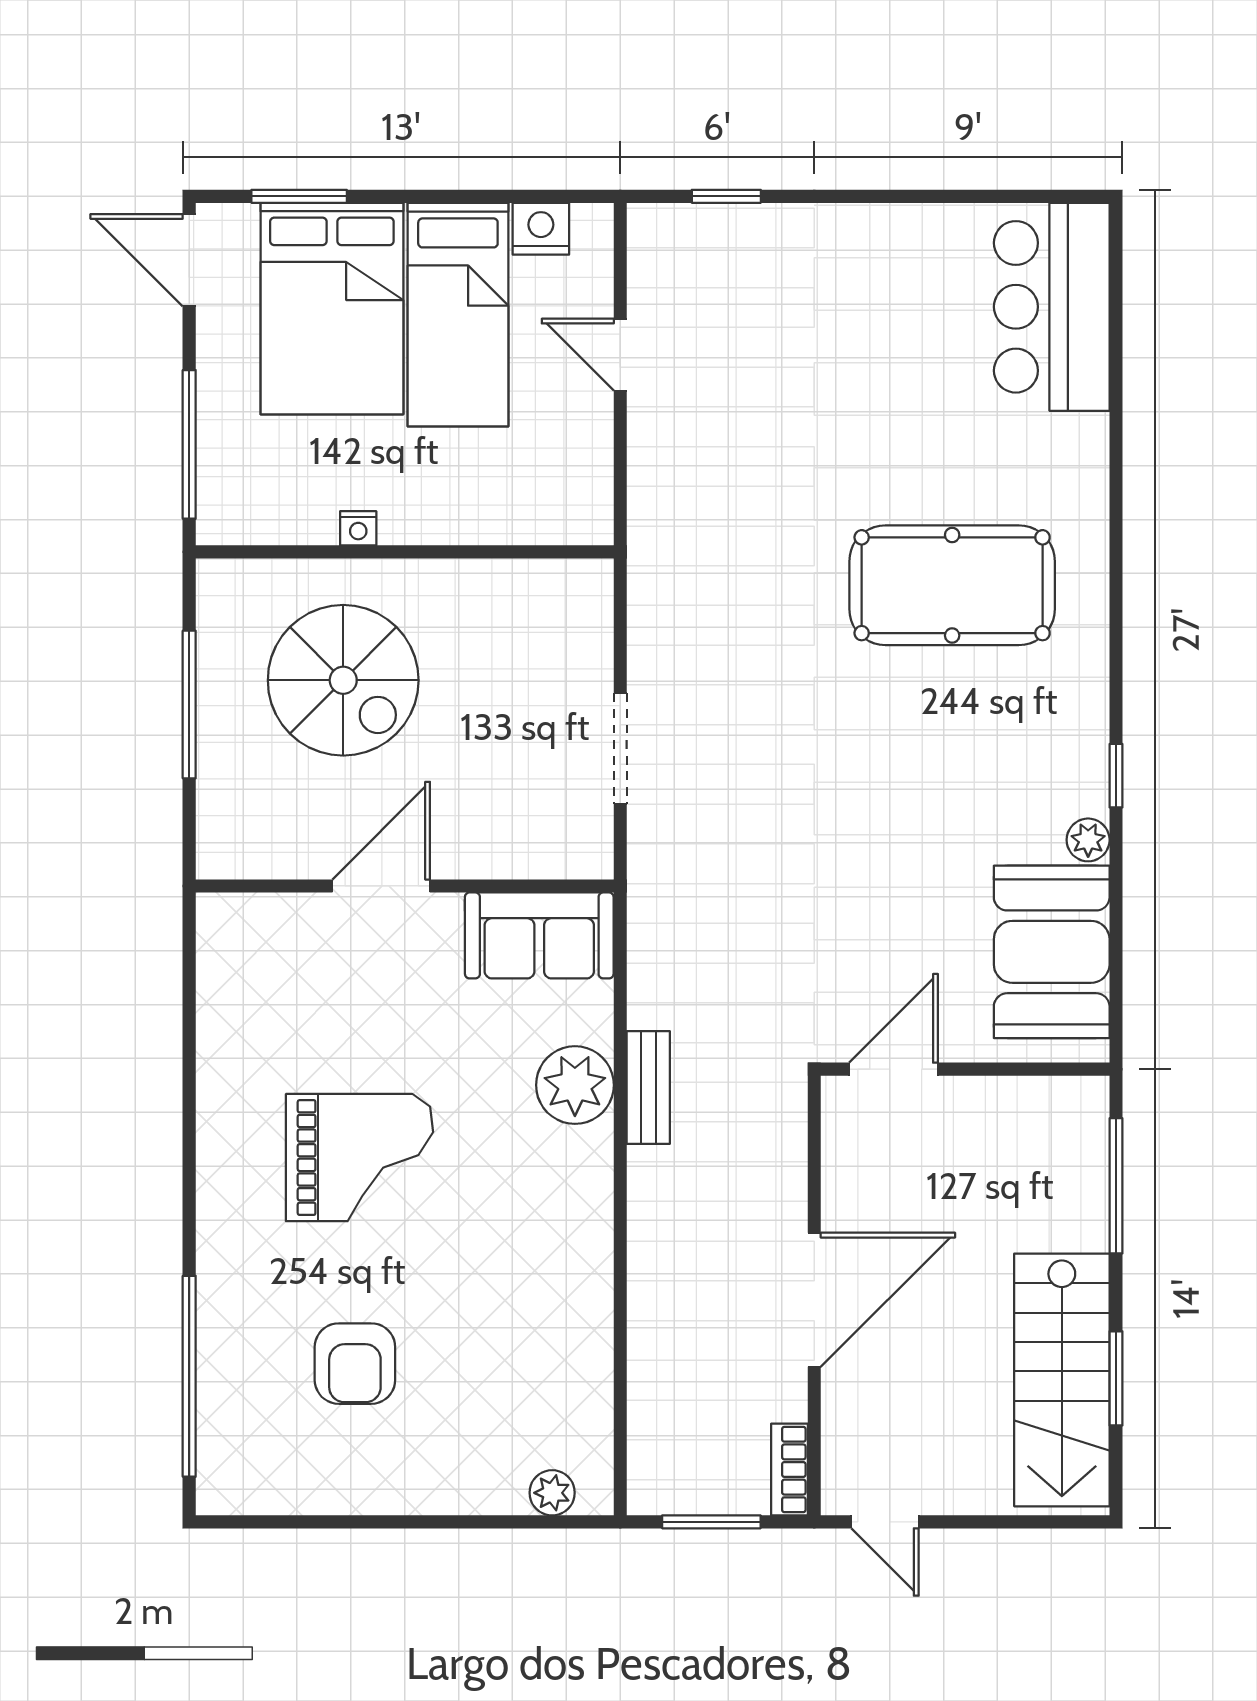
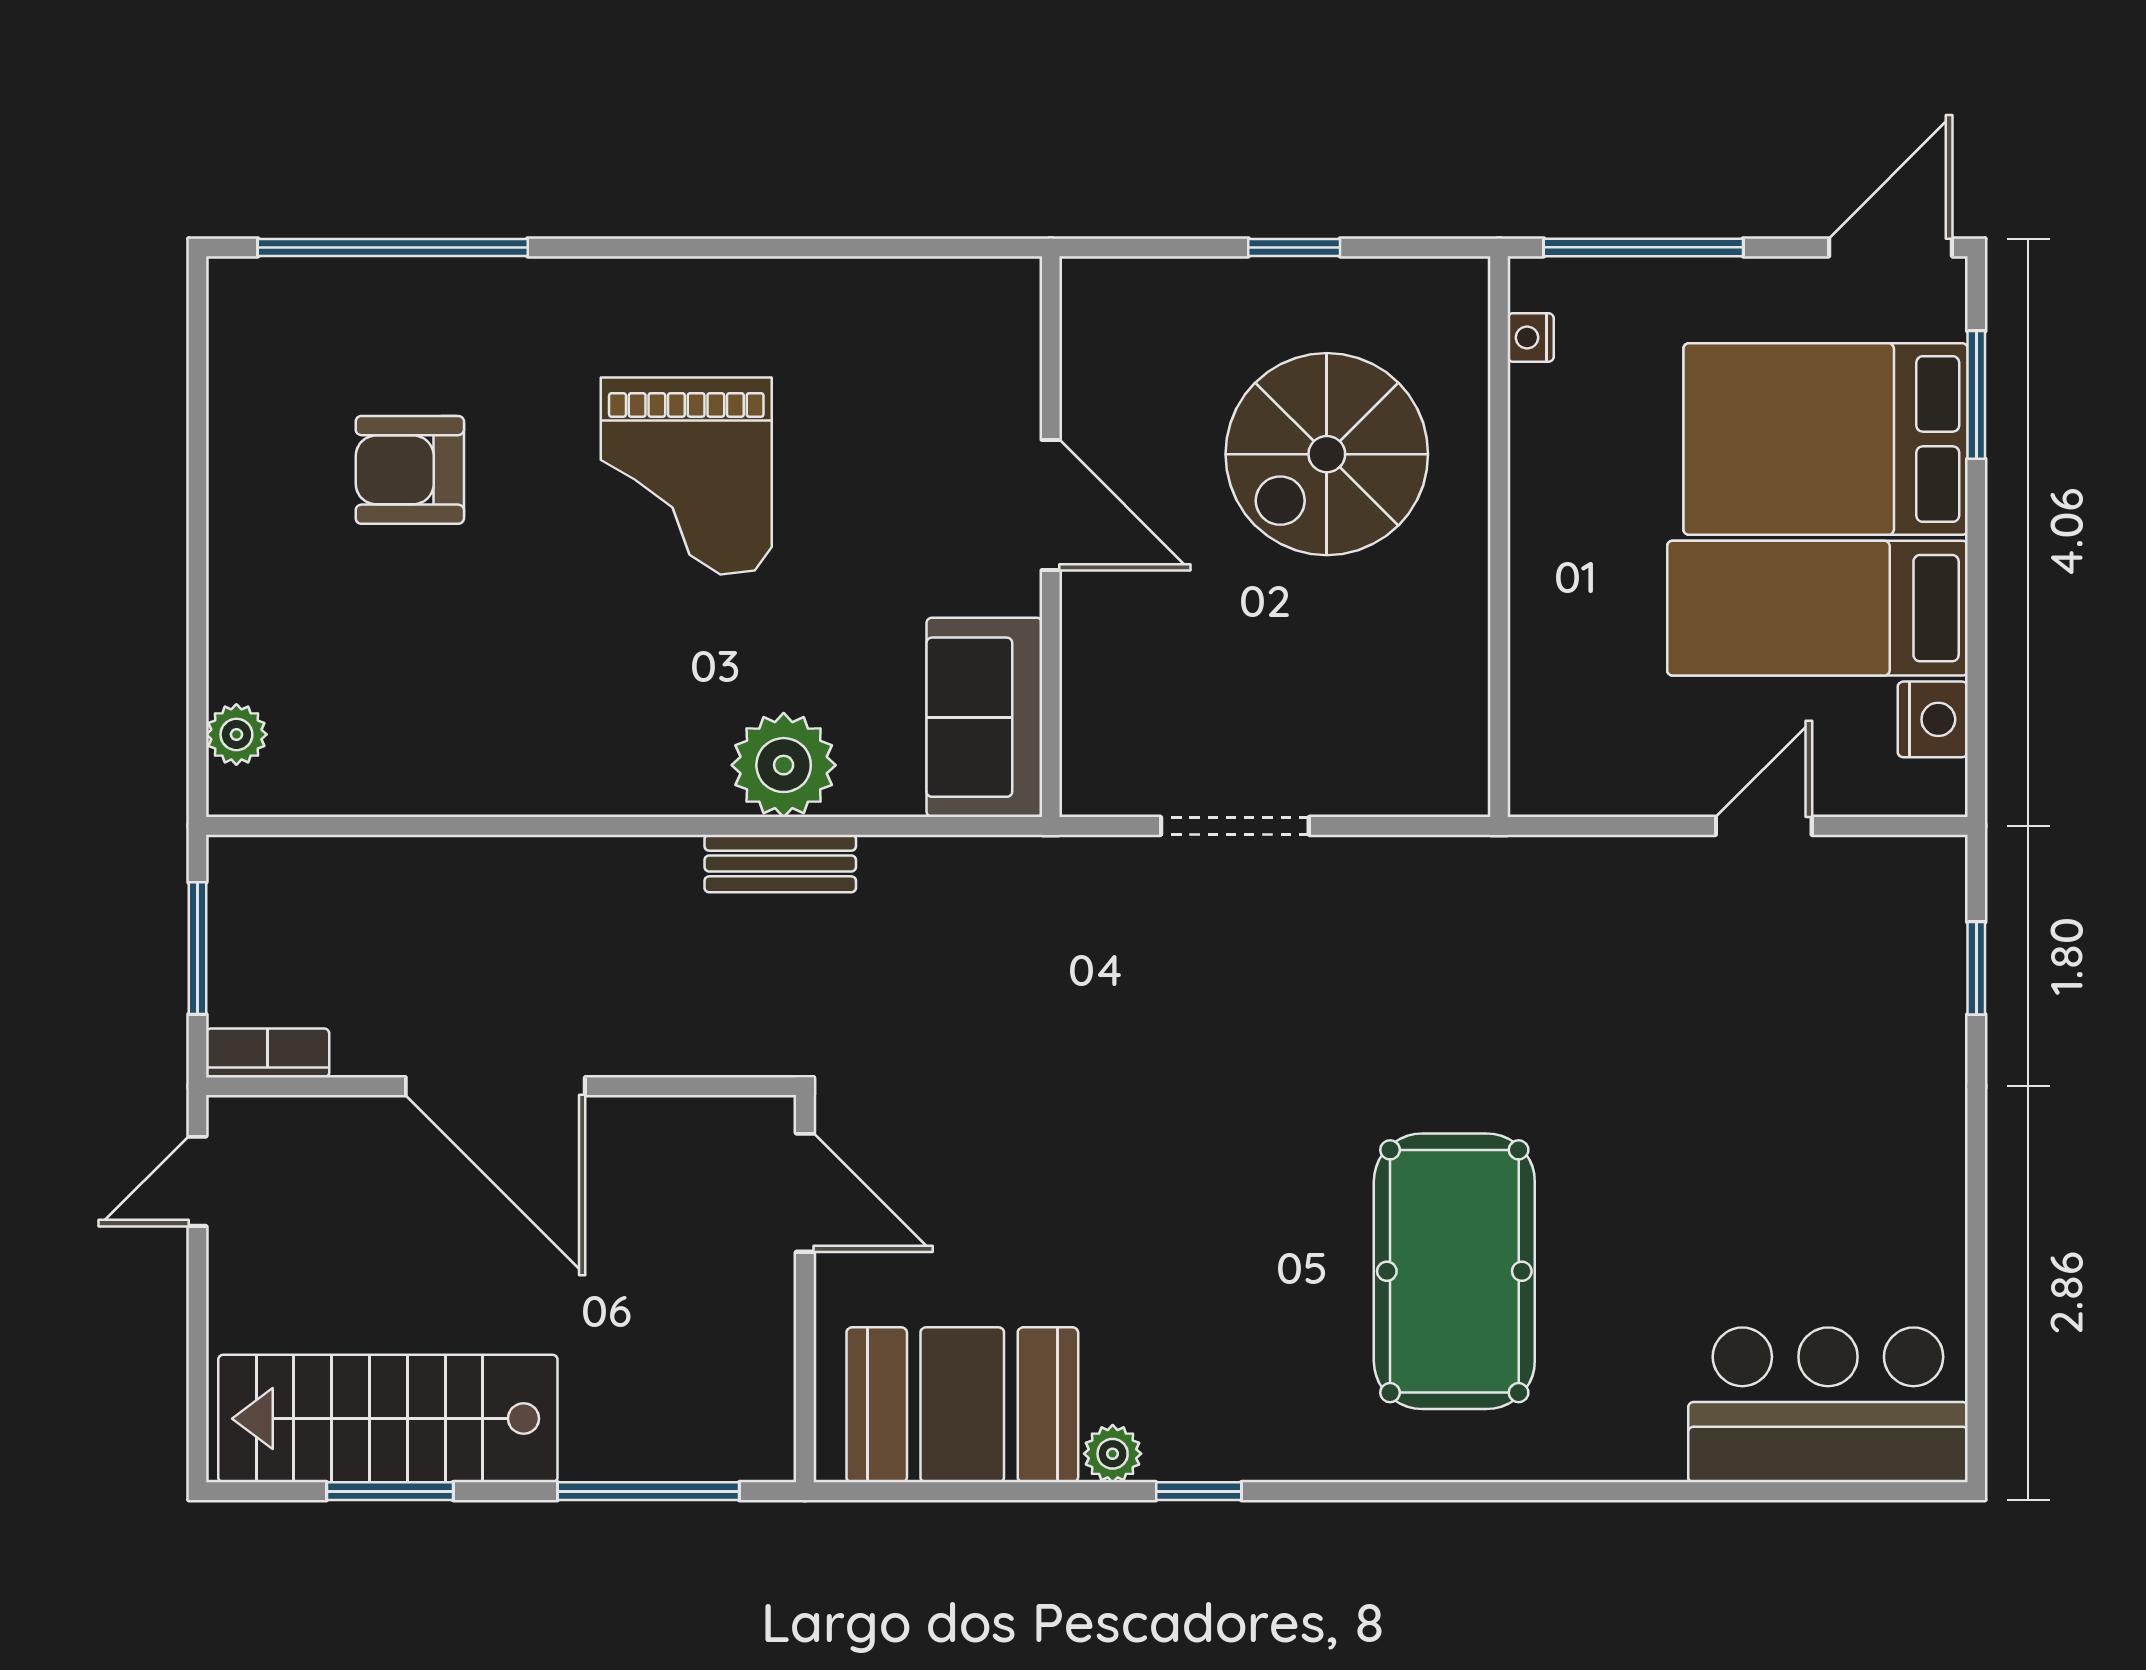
nightstand: (358, 528) -> (1531, 337), moved
window: (189, 705) -> (1294, 247), width x0.46

